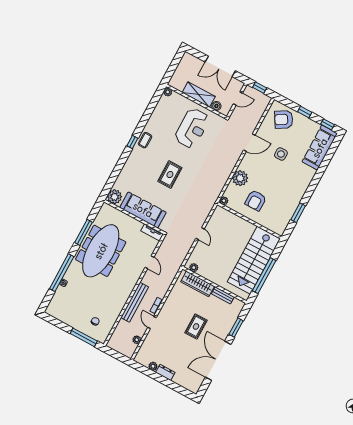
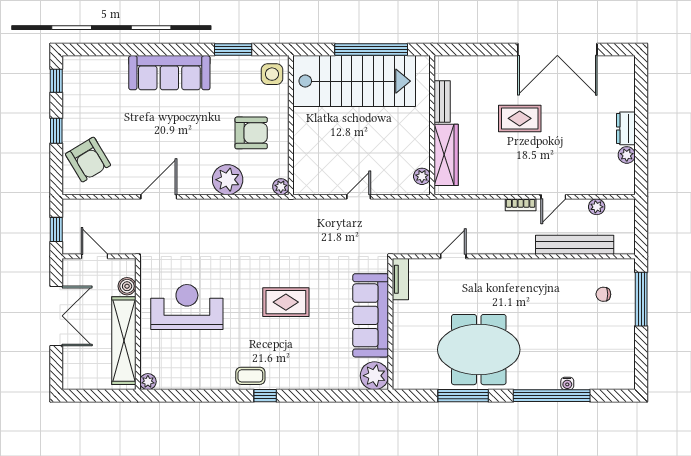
shelving: (199, 95) -> (124, 341), width x1.47
door: (249, 143) -> (159, 197), hinge flipped
sofa: (320, 148) -> (169, 73), moved
side table: (281, 154) -> (272, 74), moved
meeting table: (101, 251) -> (479, 350), width x0.73
bench: (135, 302) -> (575, 245), moved
window: (236, 327) -> (485, 50), removed

